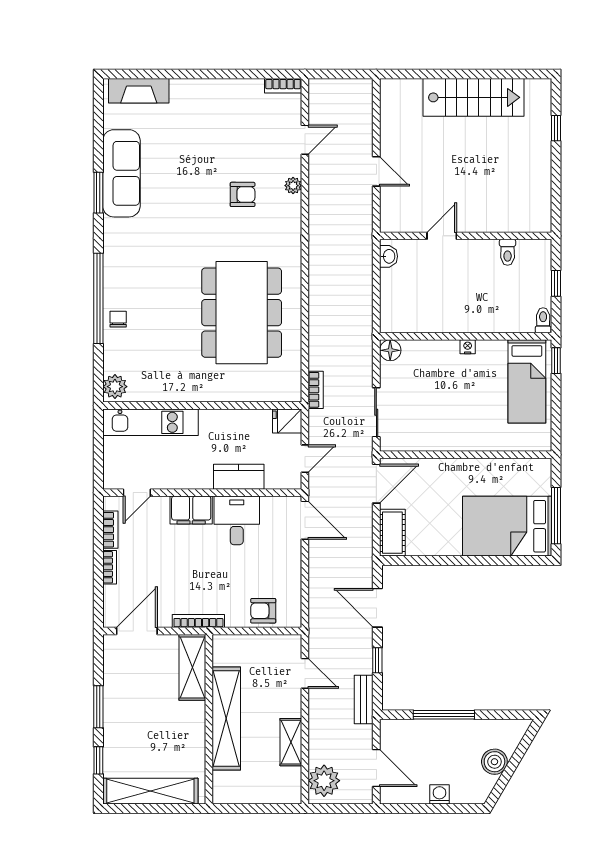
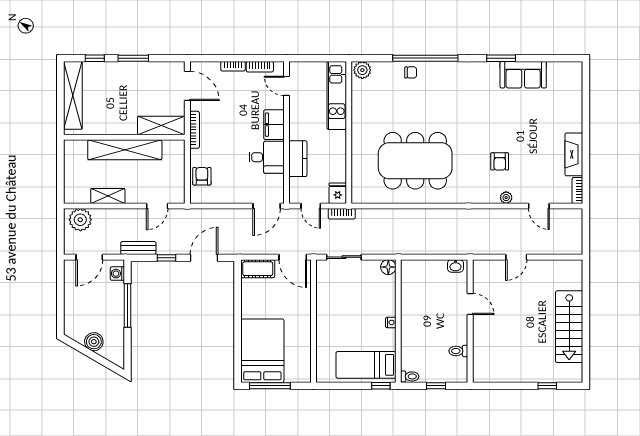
fireplace: (139, 91) -> (574, 154), moved
sofa: (121, 173) -> (523, 75), width x0.73
bookcase: (316, 390) -> (342, 214), moved
washing machine: (439, 794) -> (117, 274), moved, turned 180

